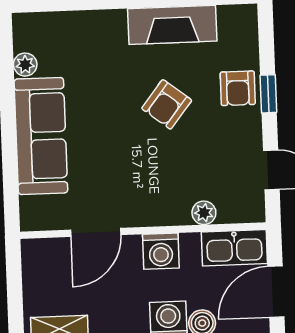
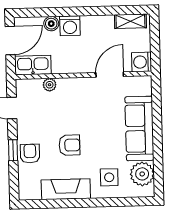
side table: (94, 47) -> (109, 177), added
plant: (25, 65) -> (142, 174), width x1.87, depth x1.87
armchair: (167, 104) -> (69, 145), turned 52
washing machine: (161, 251) -> (142, 62), moved, turned -90

